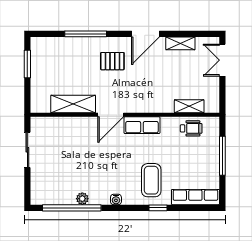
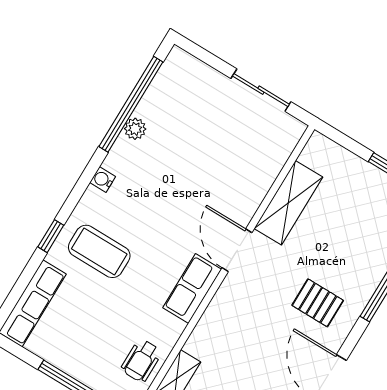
pallet: (112, 61) -> (318, 303), turned 90

